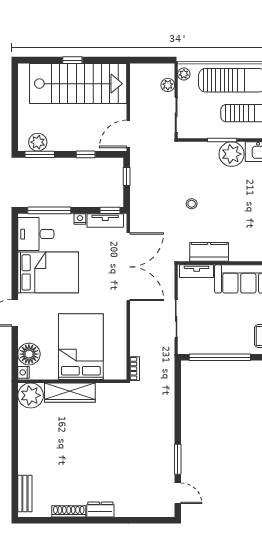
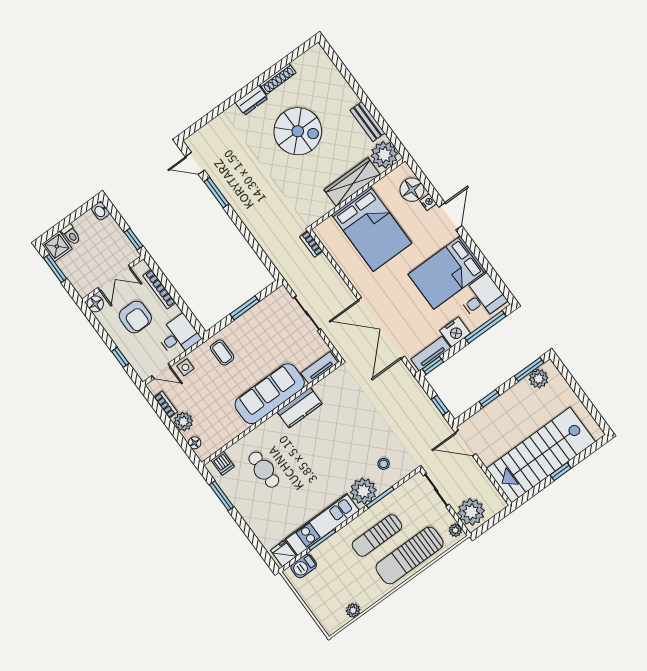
plant: (168, 85) -> (471, 512), width x1.87, depth x1.87
door: (128, 134) -> (466, 443), swing flipped
stool: (192, 204) -> (384, 464), moved
nightstand: (80, 219) -> (455, 332), width x1.89, depth x1.79
kitchen counter: (209, 252) -> (300, 408), moved
window: (220, 357) -> (245, 308), width x0.47
nightstand: (24, 372) -> (428, 202), moved
spiral stairs: (83, 461) -> (298, 131), added
bench: (25, 493) -> (367, 122), moved

